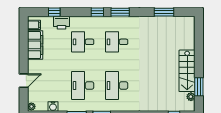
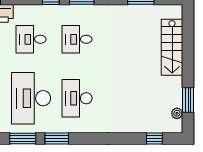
stairs: (187, 71) -> (172, 47), moved
desk: (83, 85) -> (31, 98), width x1.36, depth x1.30

